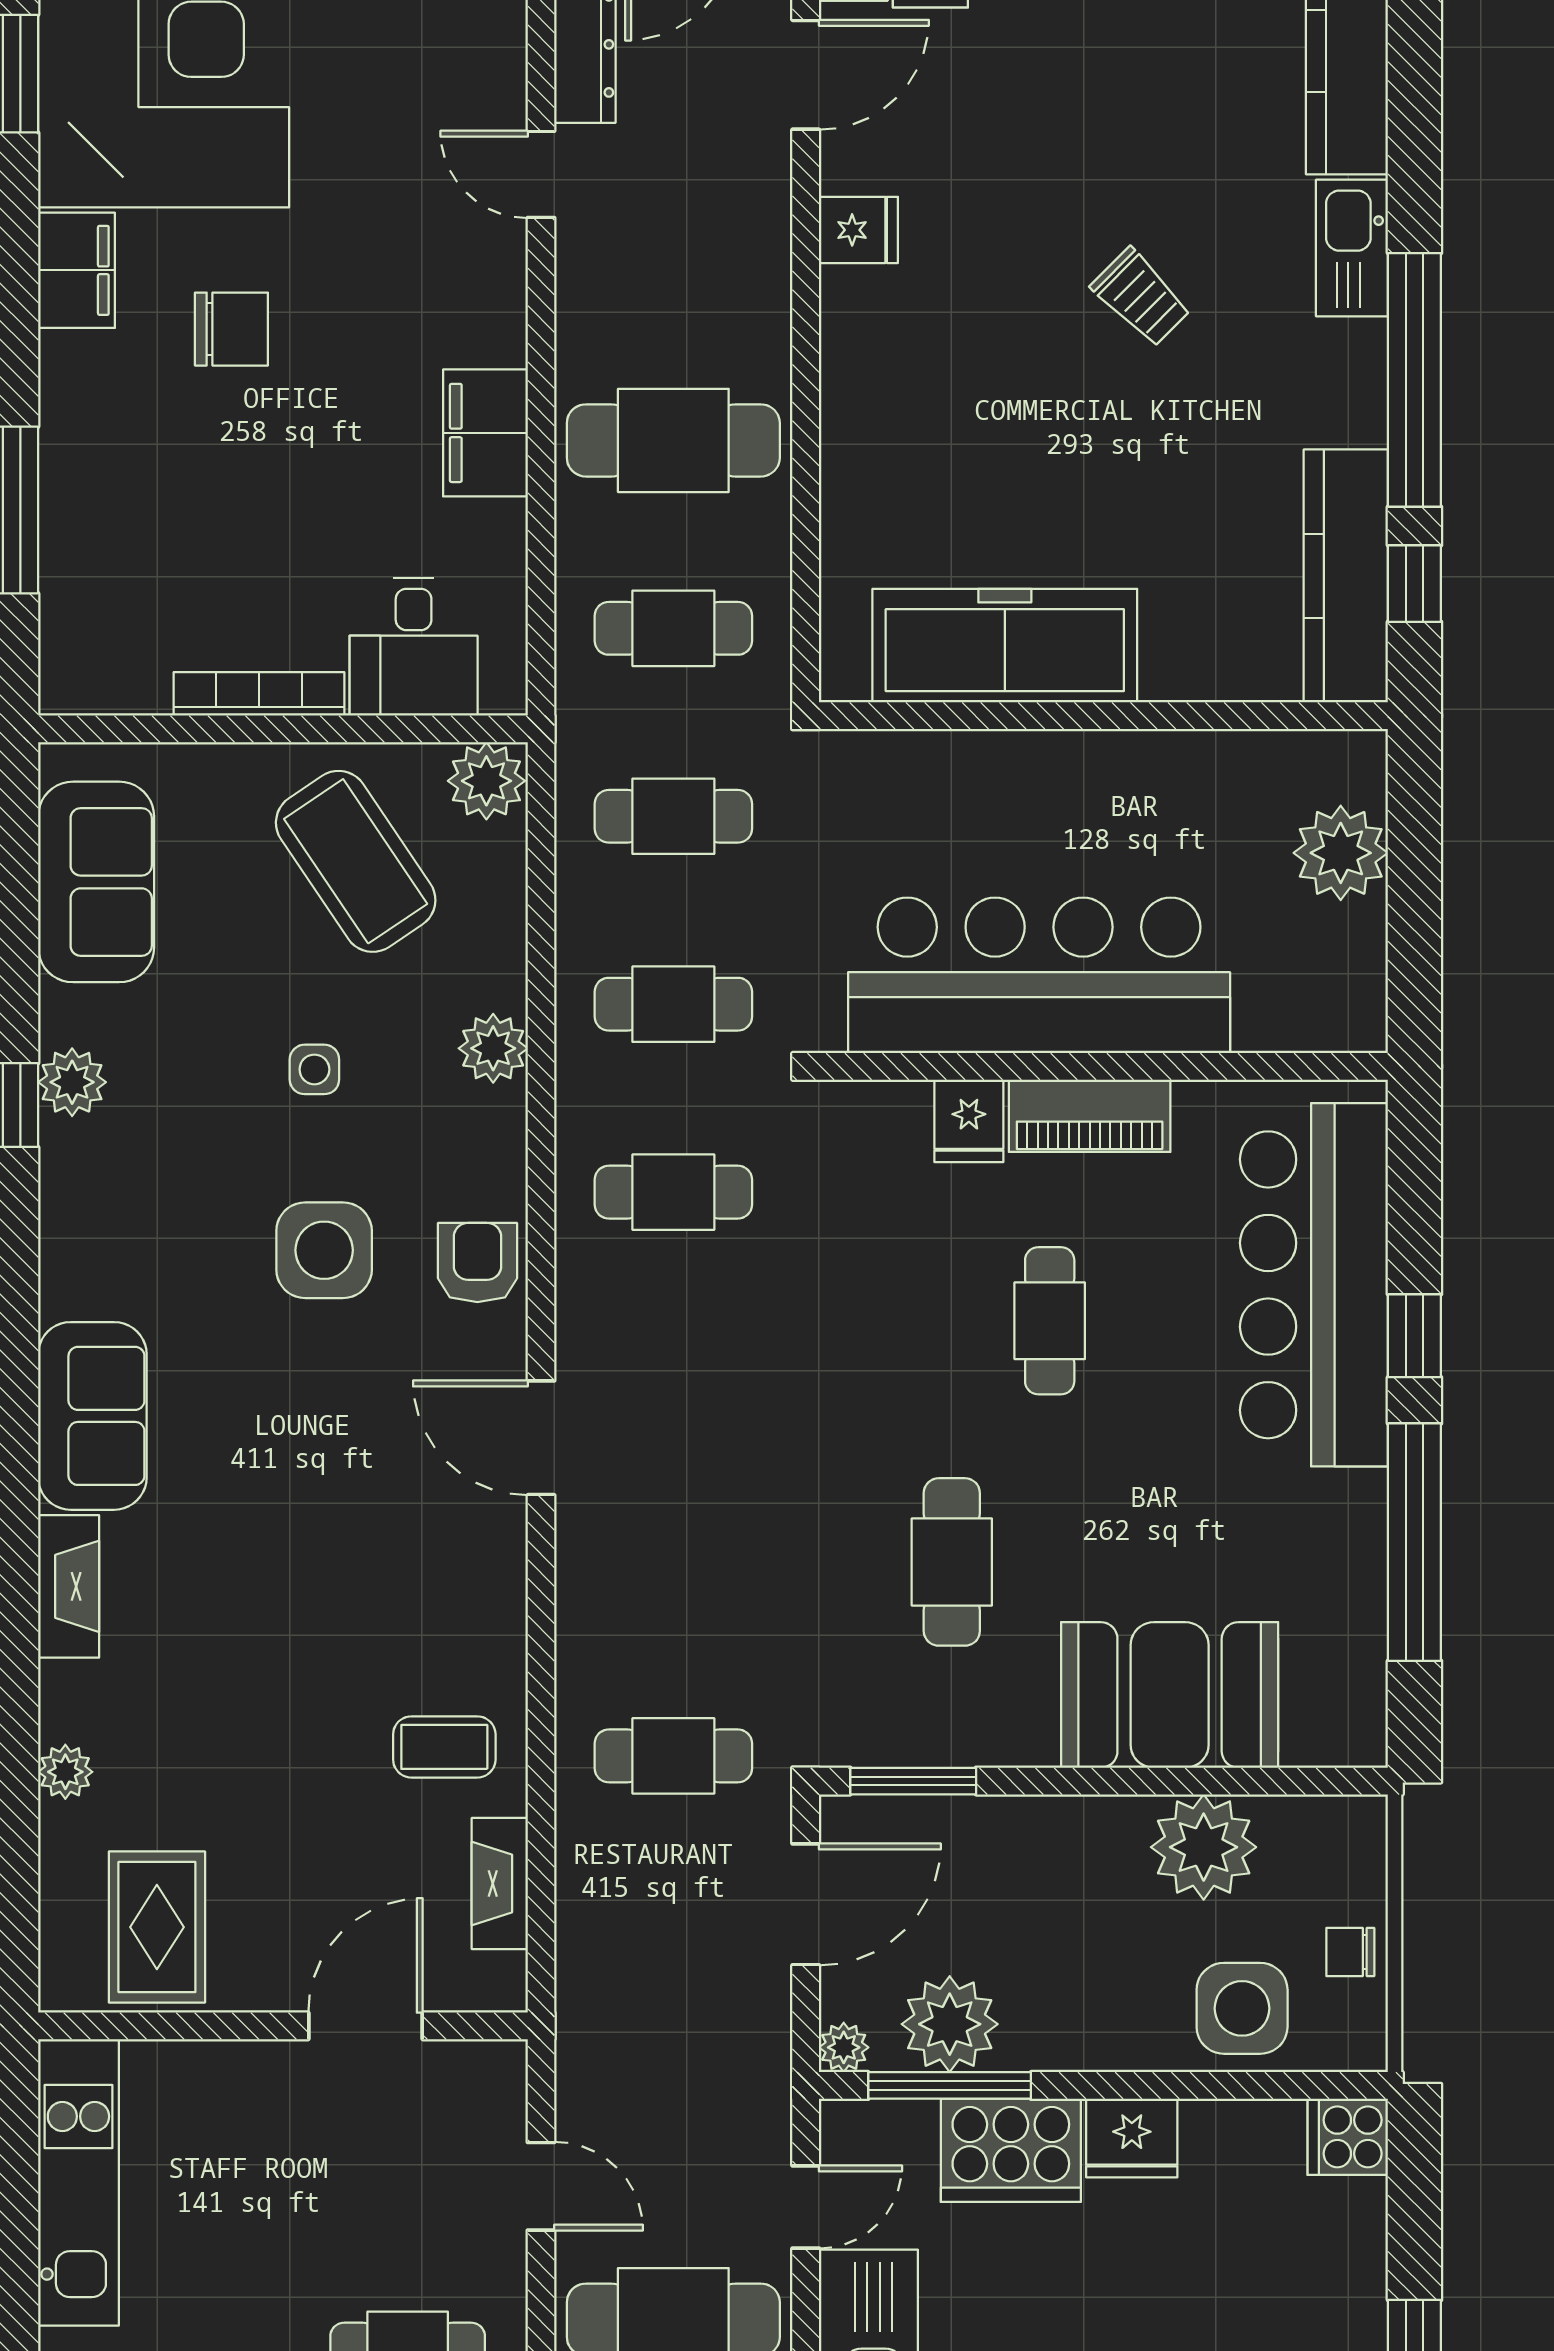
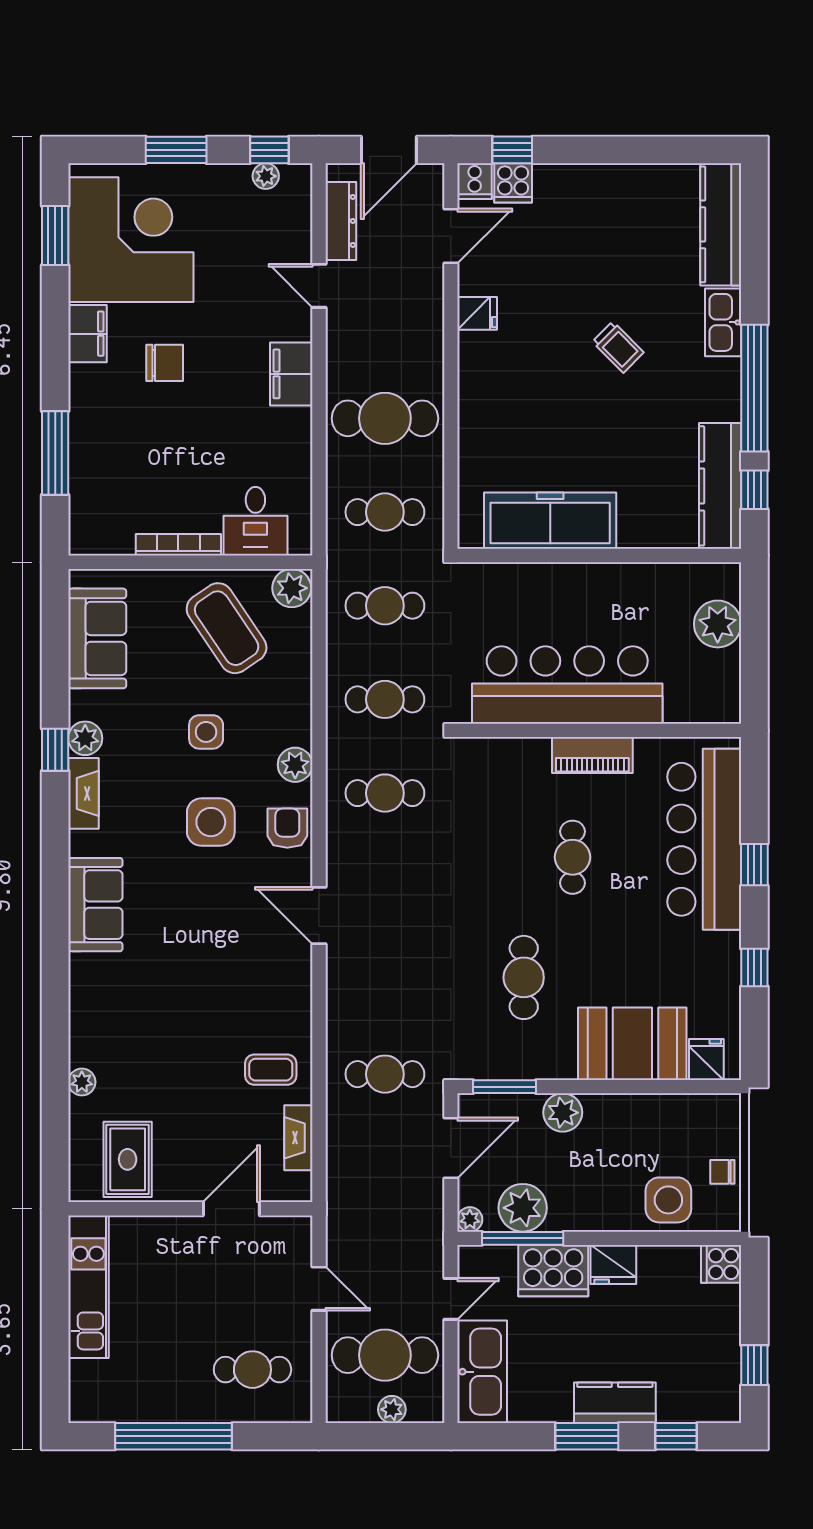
filing cabinet: (485, 433) -> (291, 374), moved
plant: (493, 1048) -> (295, 765), moved
side table: (314, 1069) -> (206, 732), width x1.37, depth x1.37
fridge: (969, 1121) -> (706, 1059), moved, turned 180
window: (1414, 1542) -> (754, 968), width x0.32
fireplace: (69, 1586) -> (83, 793), moved
plant: (1204, 1847) -> (563, 1113), moved, width x0.73, depth x0.73

